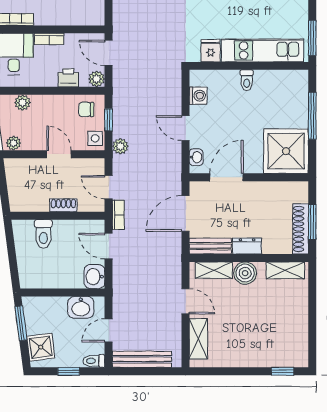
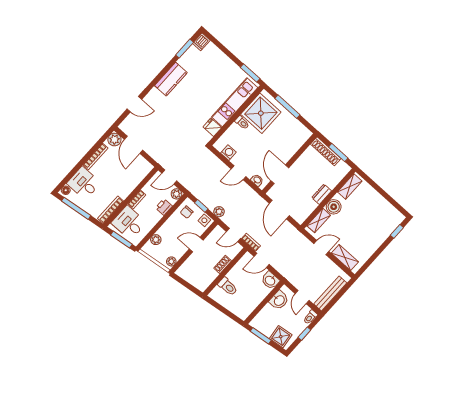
shower: (286, 151) -> (261, 113), moved
shoe rack: (301, 229) -> (326, 151), moved
bench: (210, 246) -> (306, 212), removed

